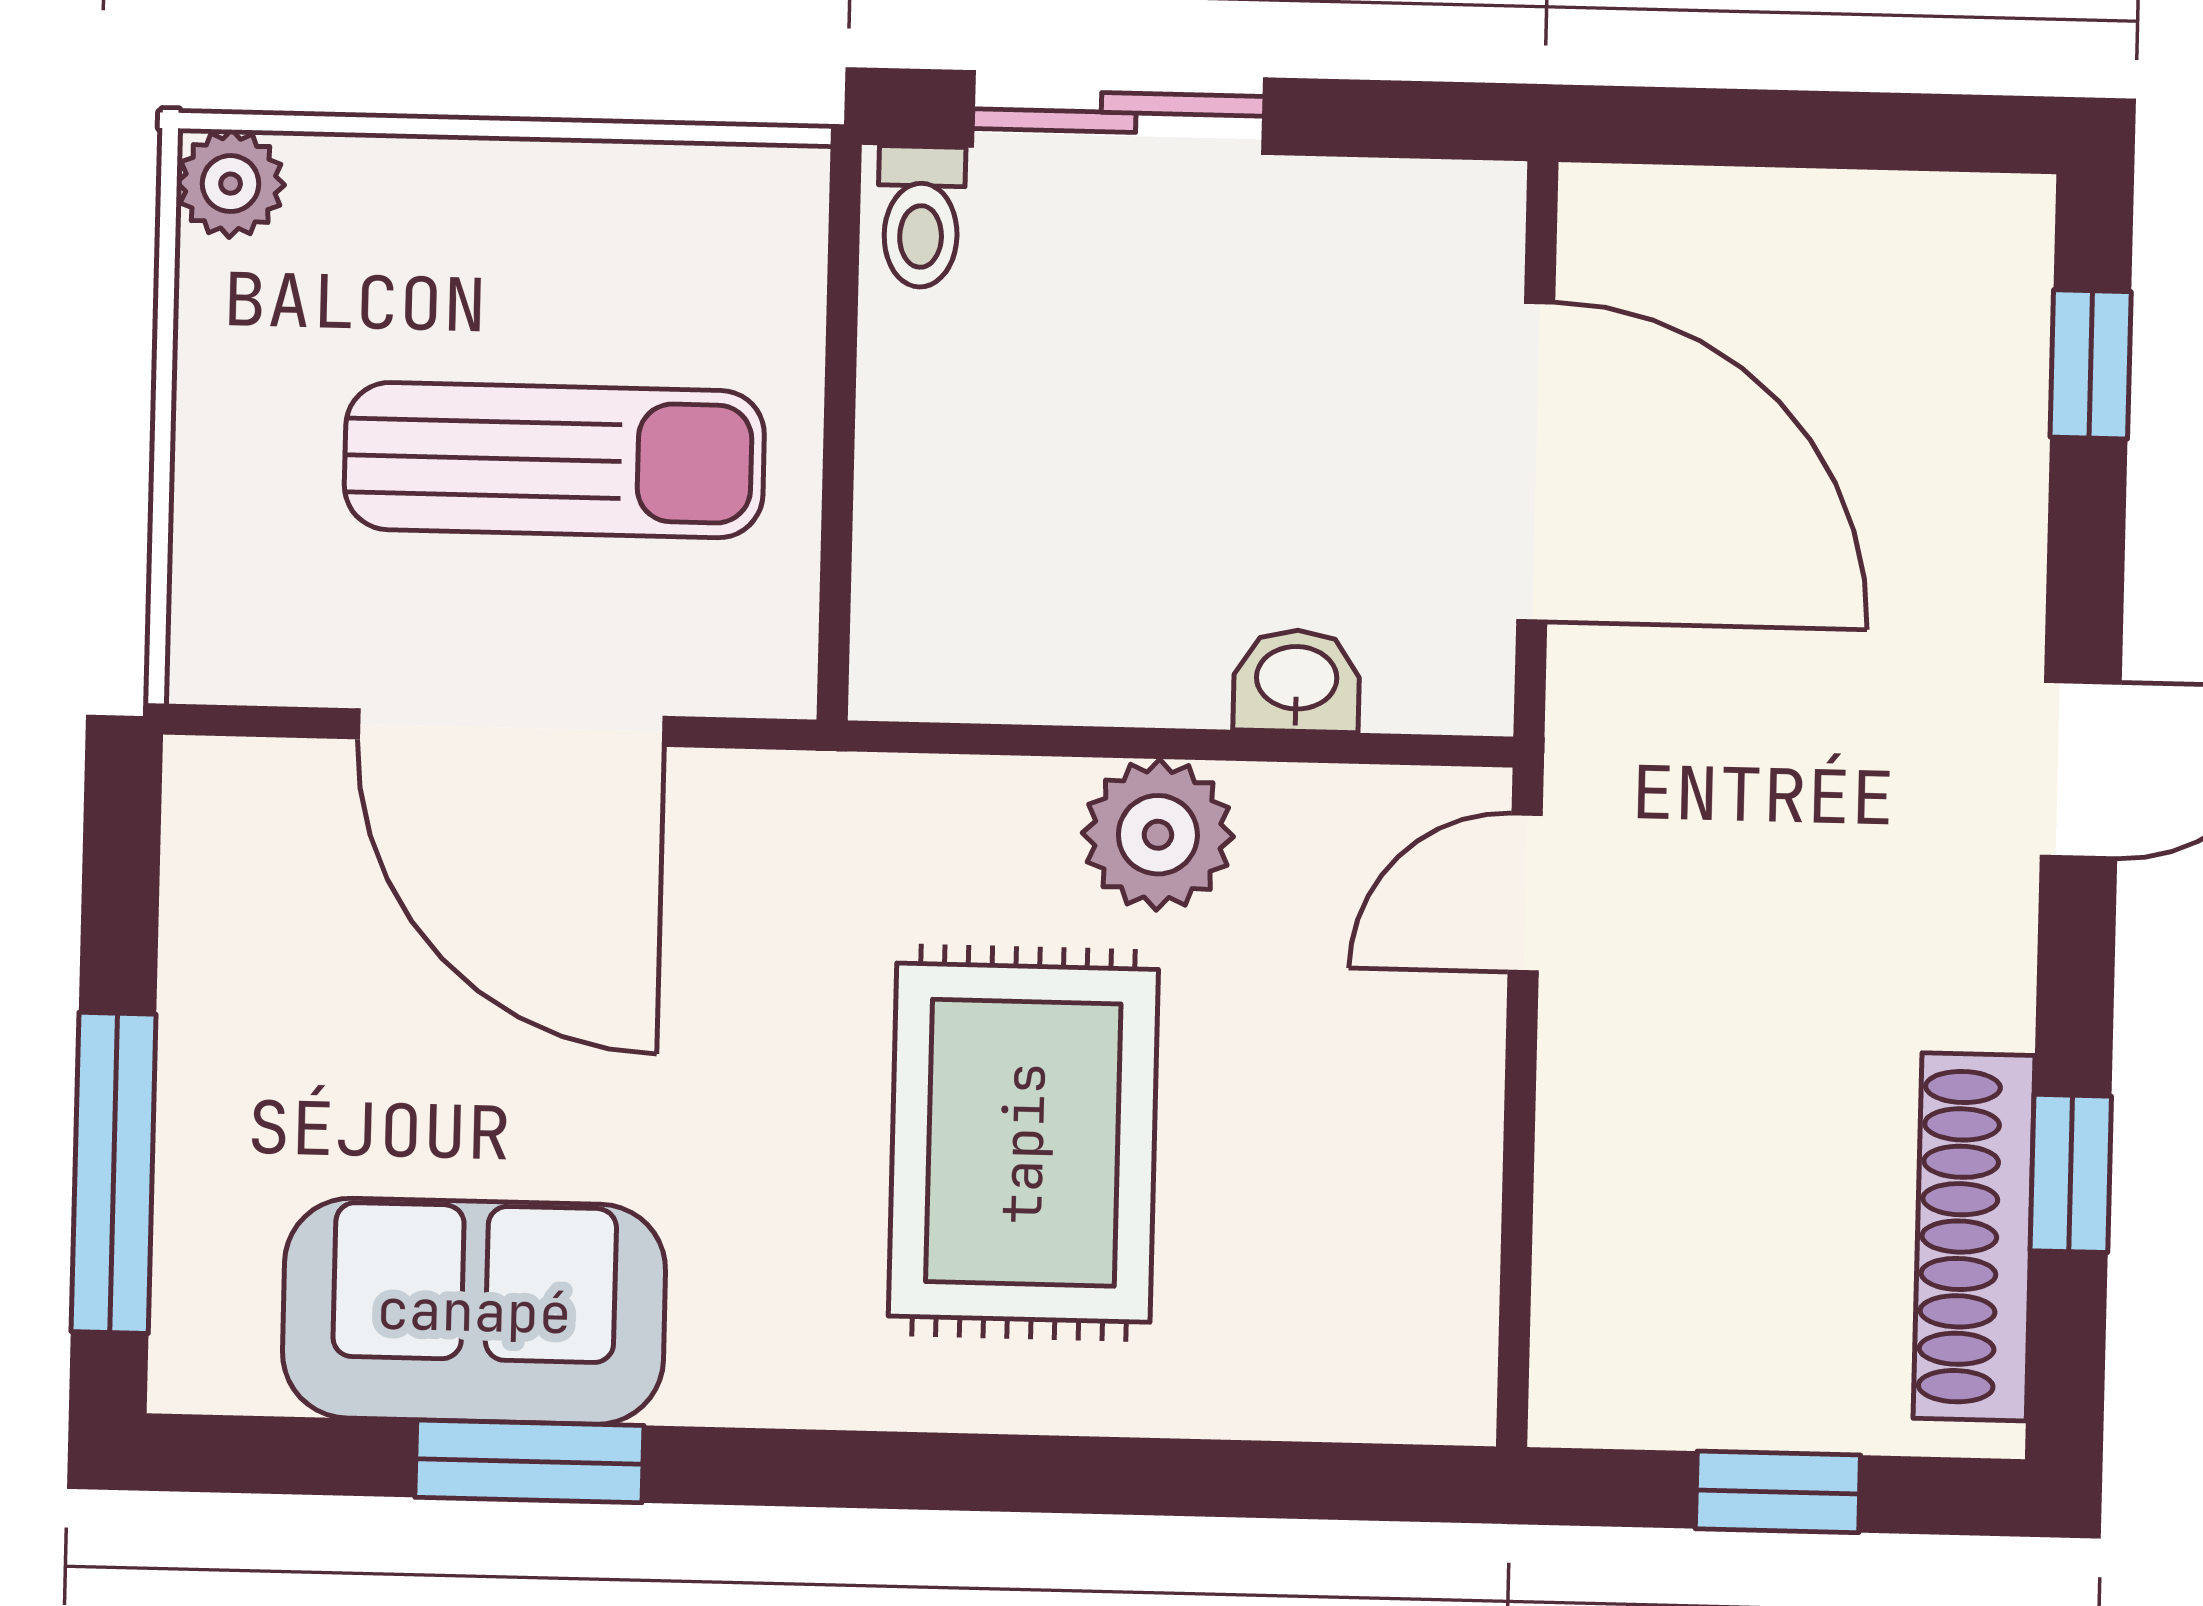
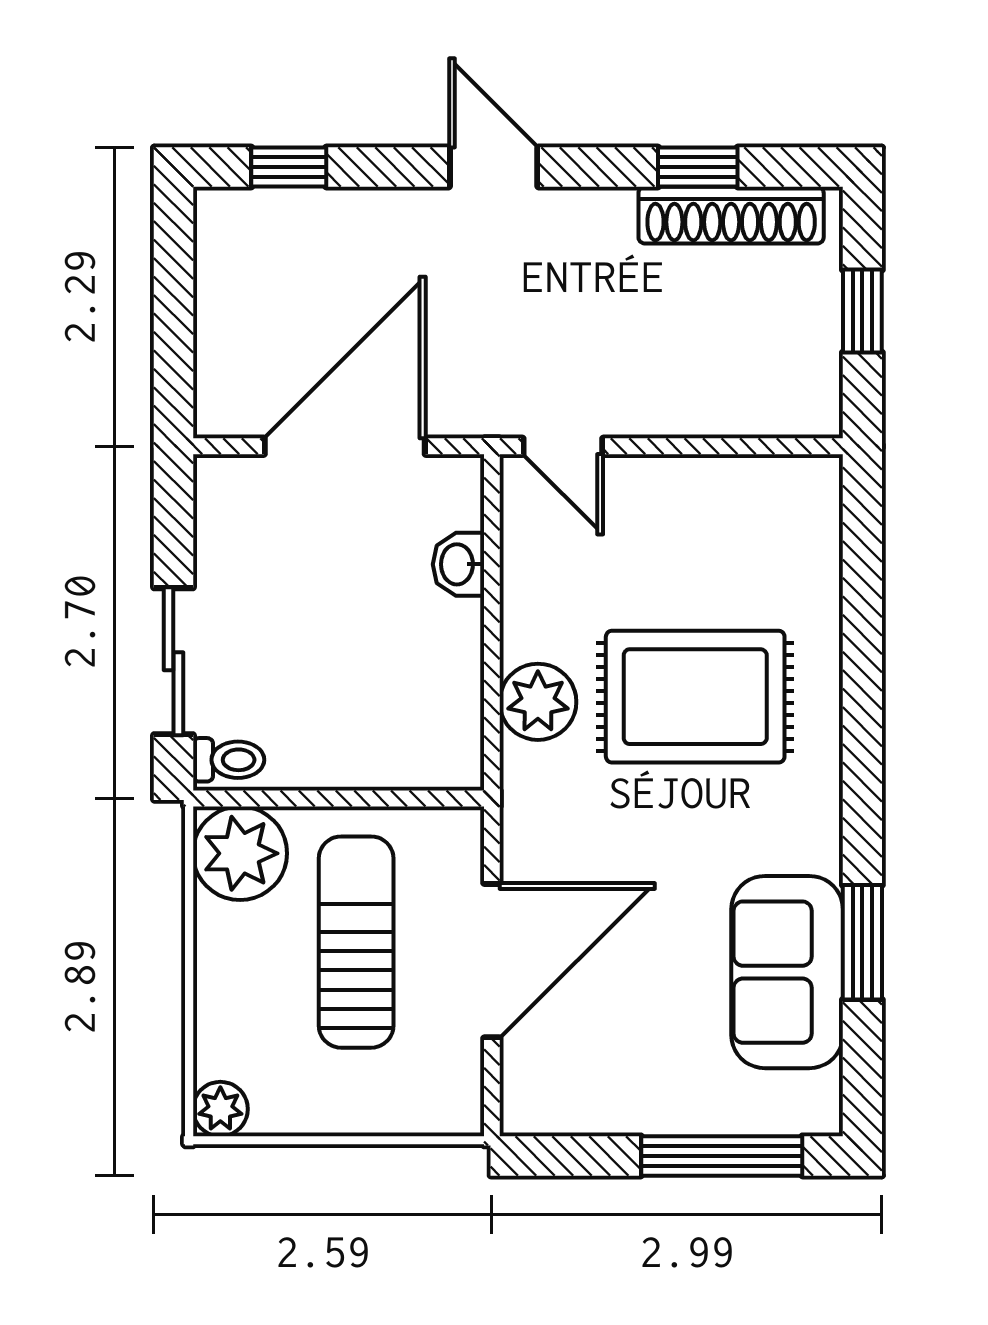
plant: (736, 235) -> (240, 853), added
plant: (1158, 835) -> (538, 702), moved

